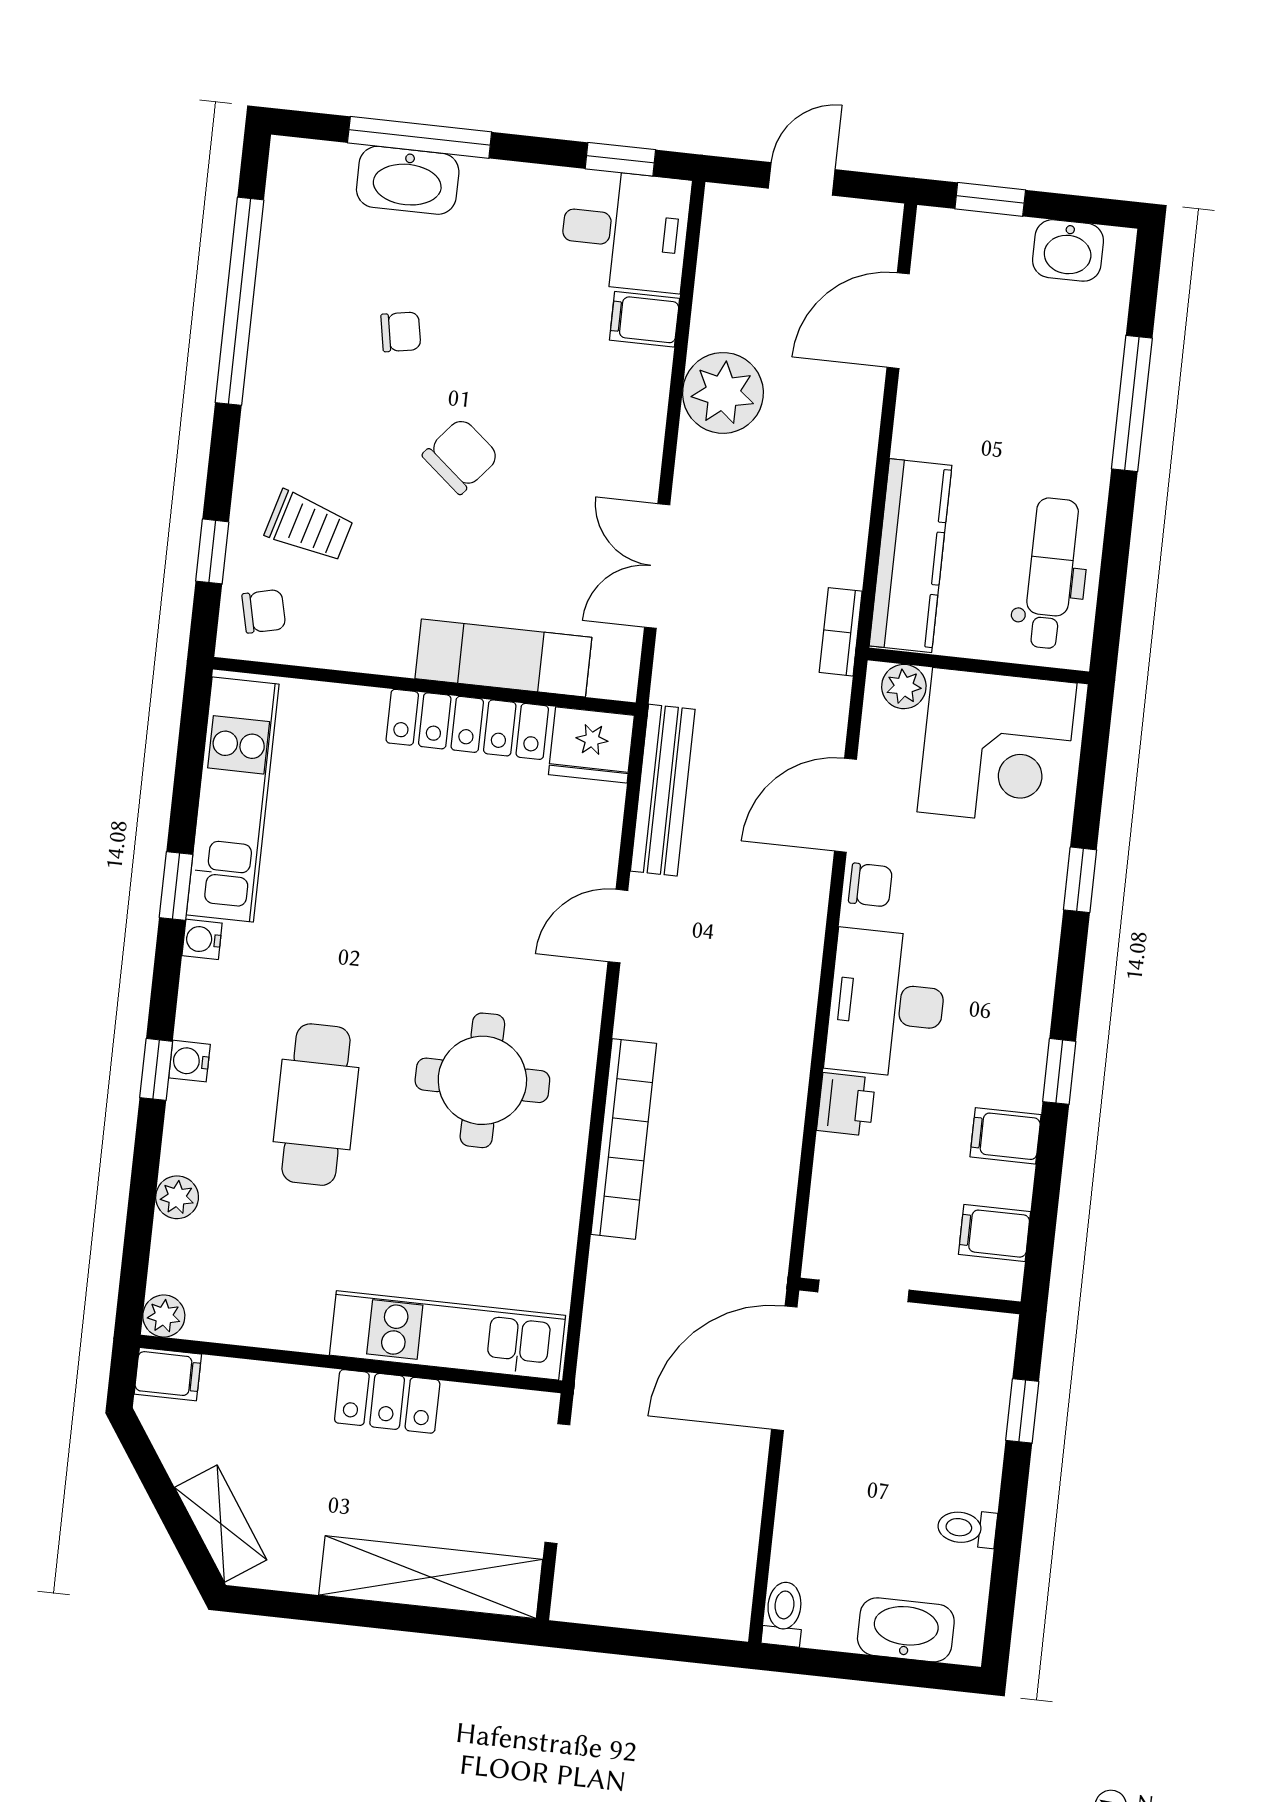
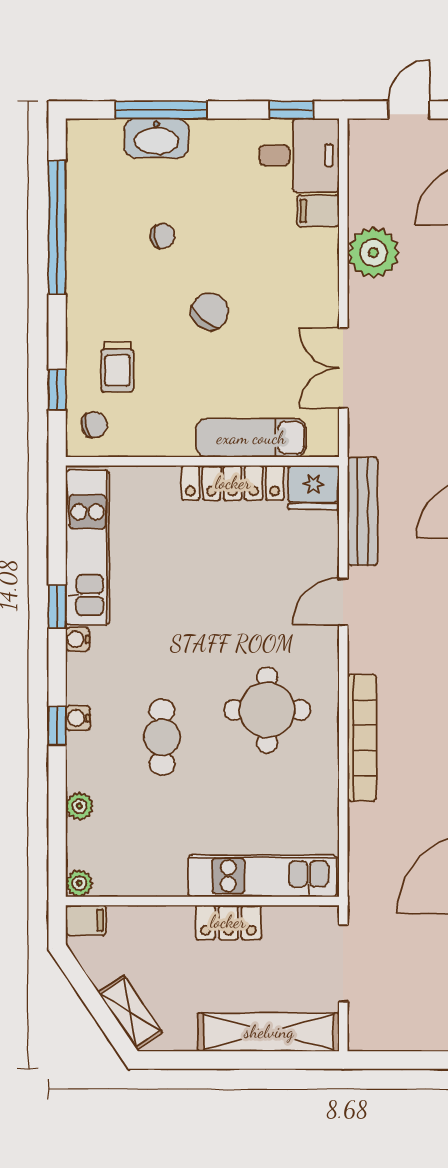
trolley: (309, 526) -> (117, 367), turned 74
cafe table: (316, 1105) -> (162, 737), width x0.73, depth x0.74

